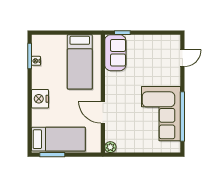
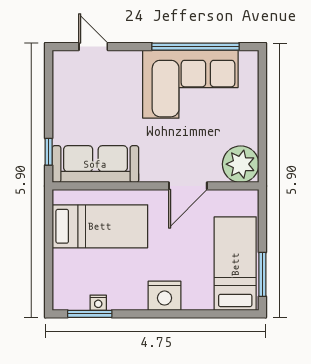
sofa: (115, 53) -> (95, 164), width x1.36
plant: (110, 147) -> (241, 164), width x1.87, depth x1.87

